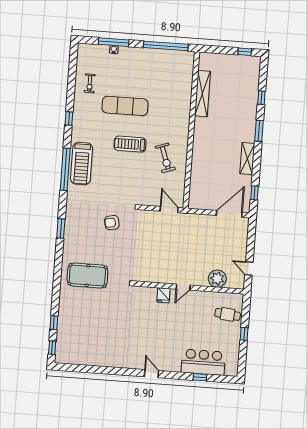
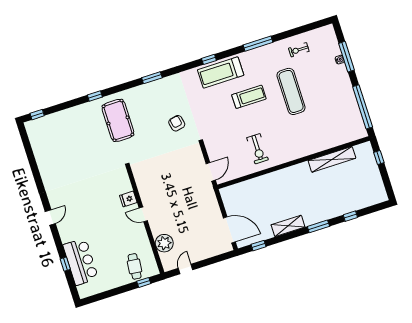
window: (245, 52) -> (379, 158), moved
window: (69, 118) -> (258, 44), width x2.17
treadmill: (130, 144) -> (249, 97), moved, turned 90
exercise bike: (165, 158) -> (258, 149), turned -71
window: (65, 169) -> (209, 59), width x0.32
window: (54, 323) -> (95, 96), moved
window: (244, 334) -> (144, 282), moved

